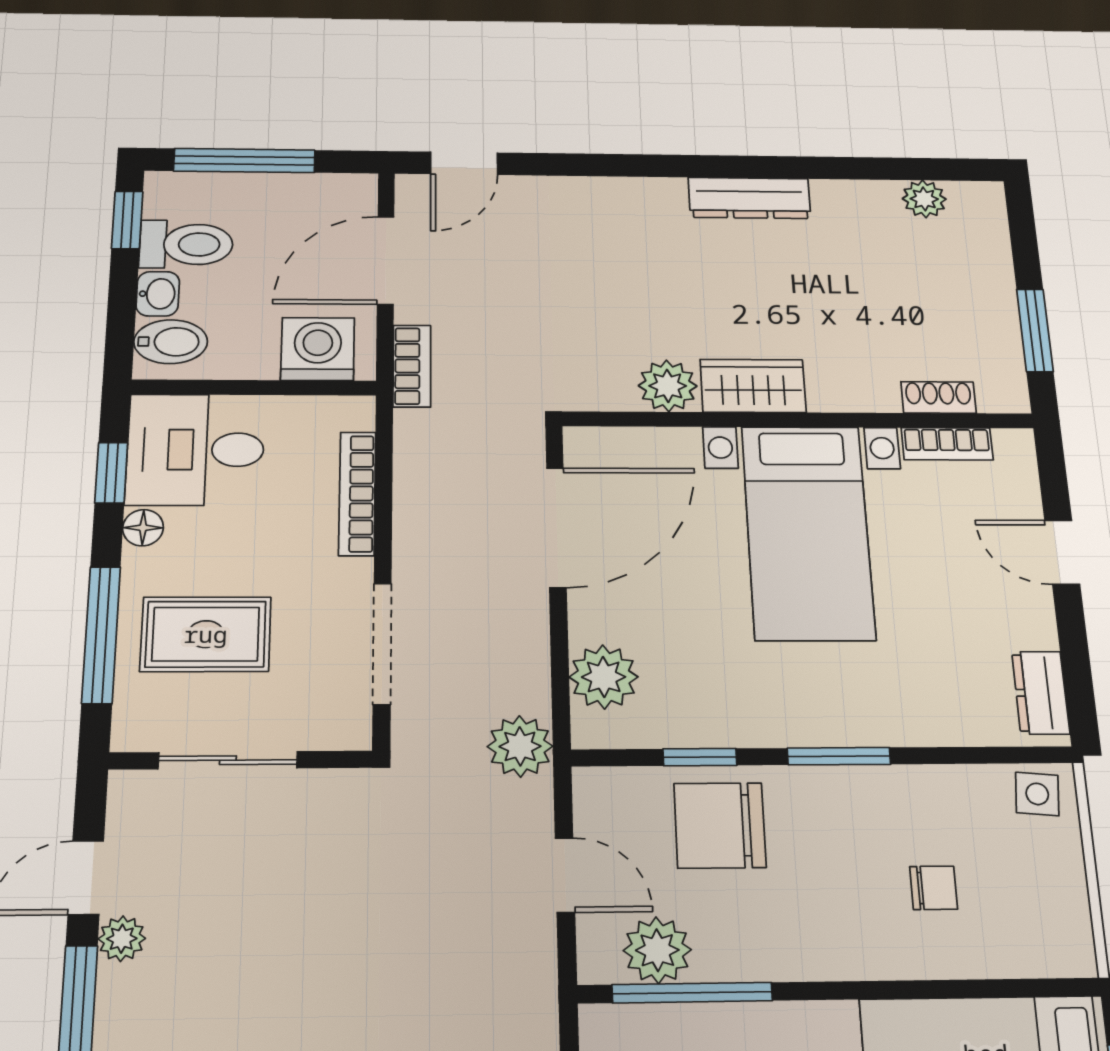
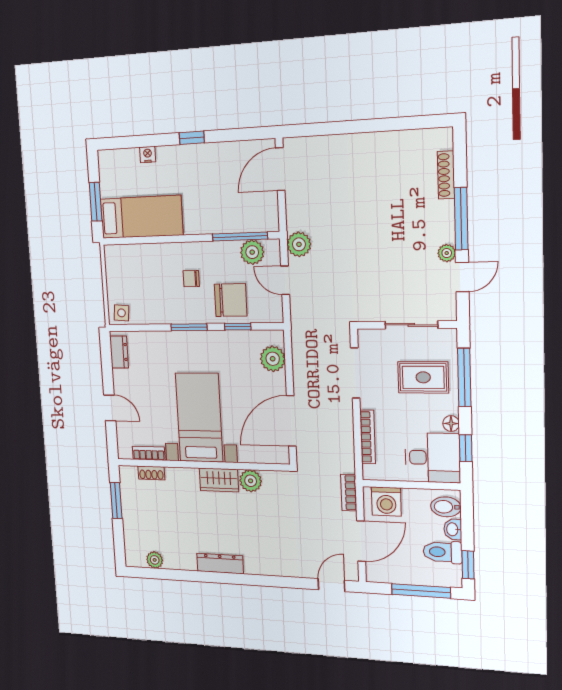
plant: (520, 746) -> (299, 244), moved
chair: (934, 888) -> (191, 279), moved

